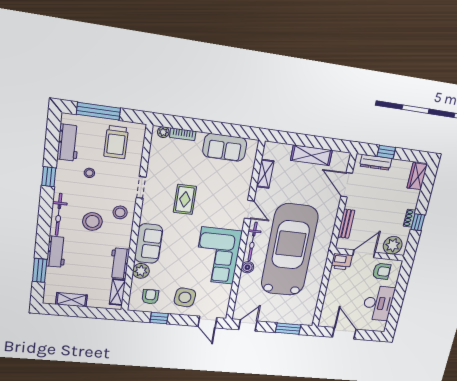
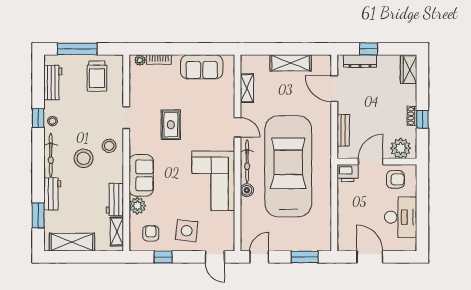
stool: (89, 173) -> (52, 121), moved
shelving: (71, 300) -> (72, 242), width x1.50, depth x1.33

